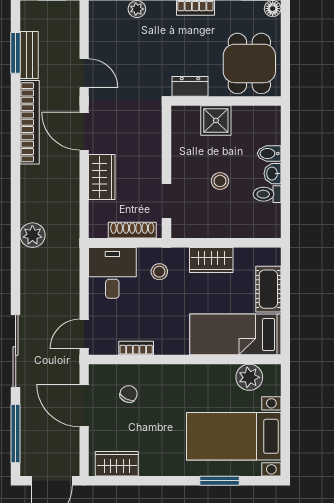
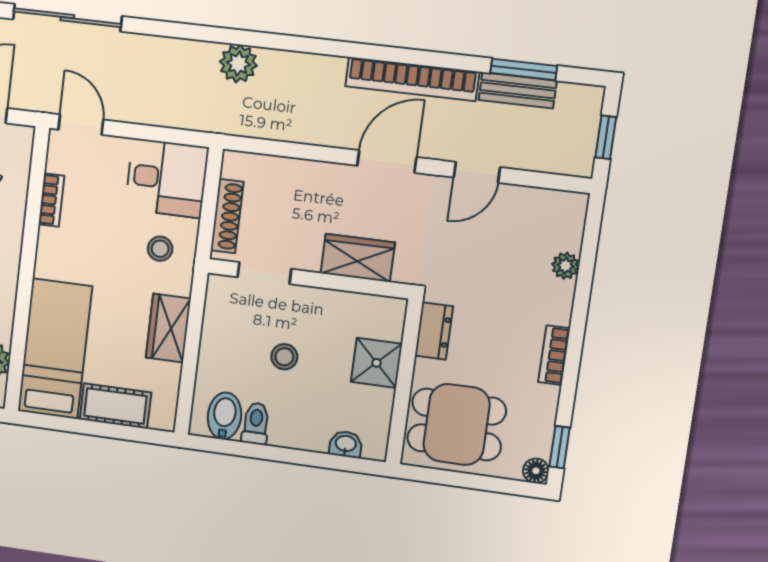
bidet: (269, 153) -> (224, 416), moved, width x1.38, depth x1.36
washbasin: (273, 174) -> (346, 444), moved
wardrobe: (102, 177) -> (358, 258), moved, turned 180

